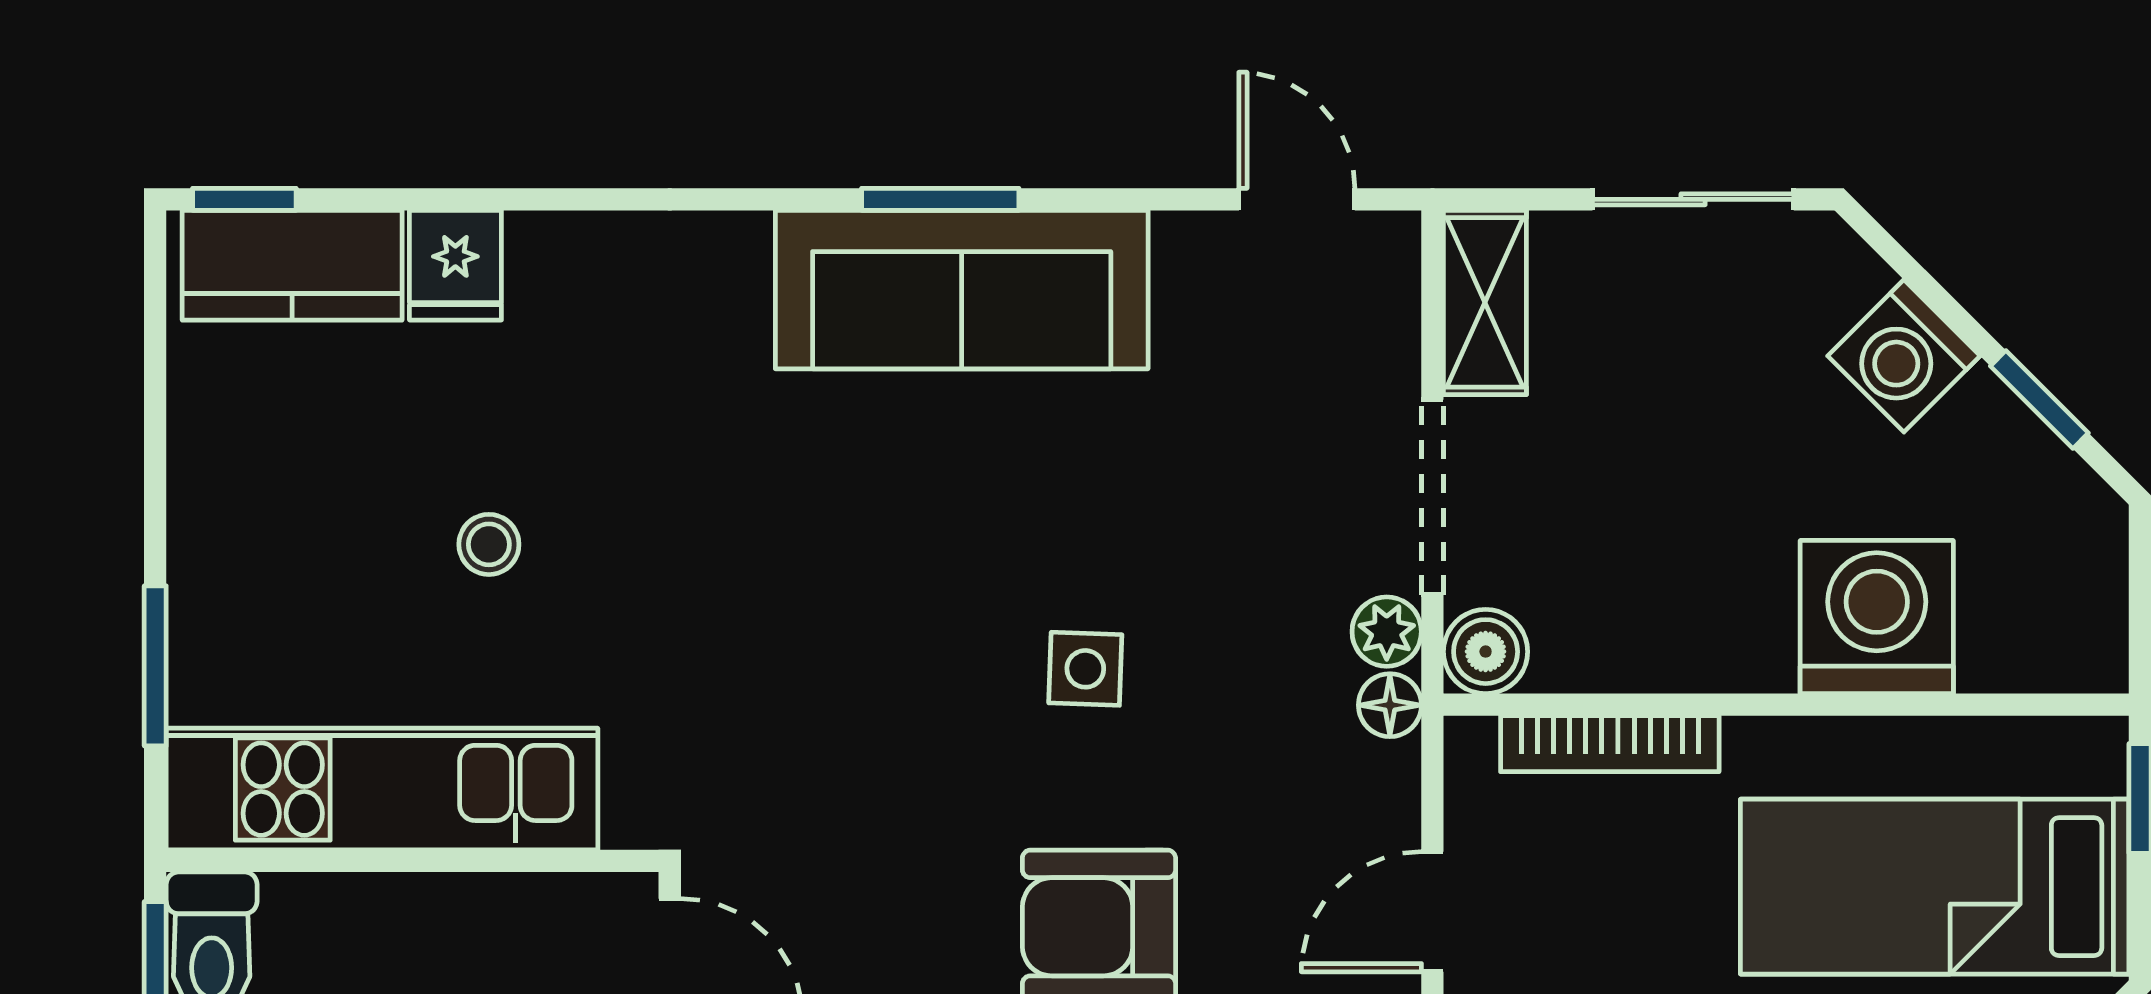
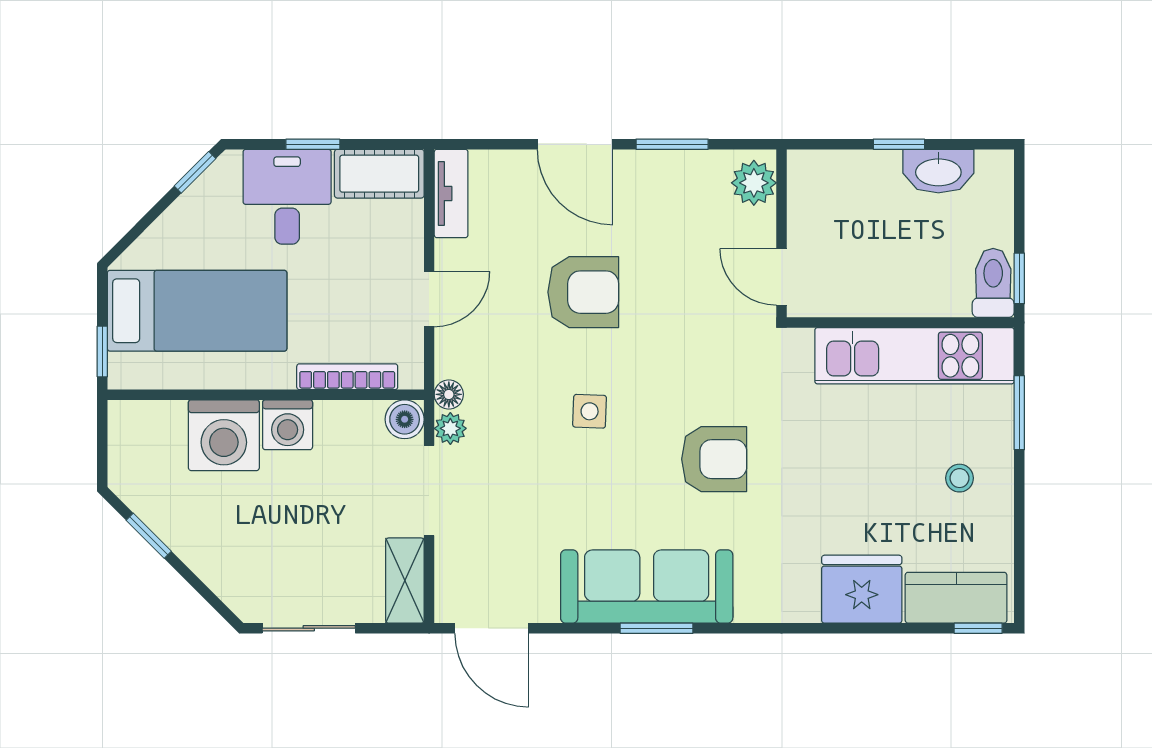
door: (1297, 199) -> (492, 628), width x1.38
fridge: (455, 265) -> (862, 589), width x1.88, depth x1.34
washing machine: (1904, 356) -> (288, 425), moved, turned 135
stool: (489, 544) -> (959, 478), moved
armchair: (816, 565) -> (714, 459), added

